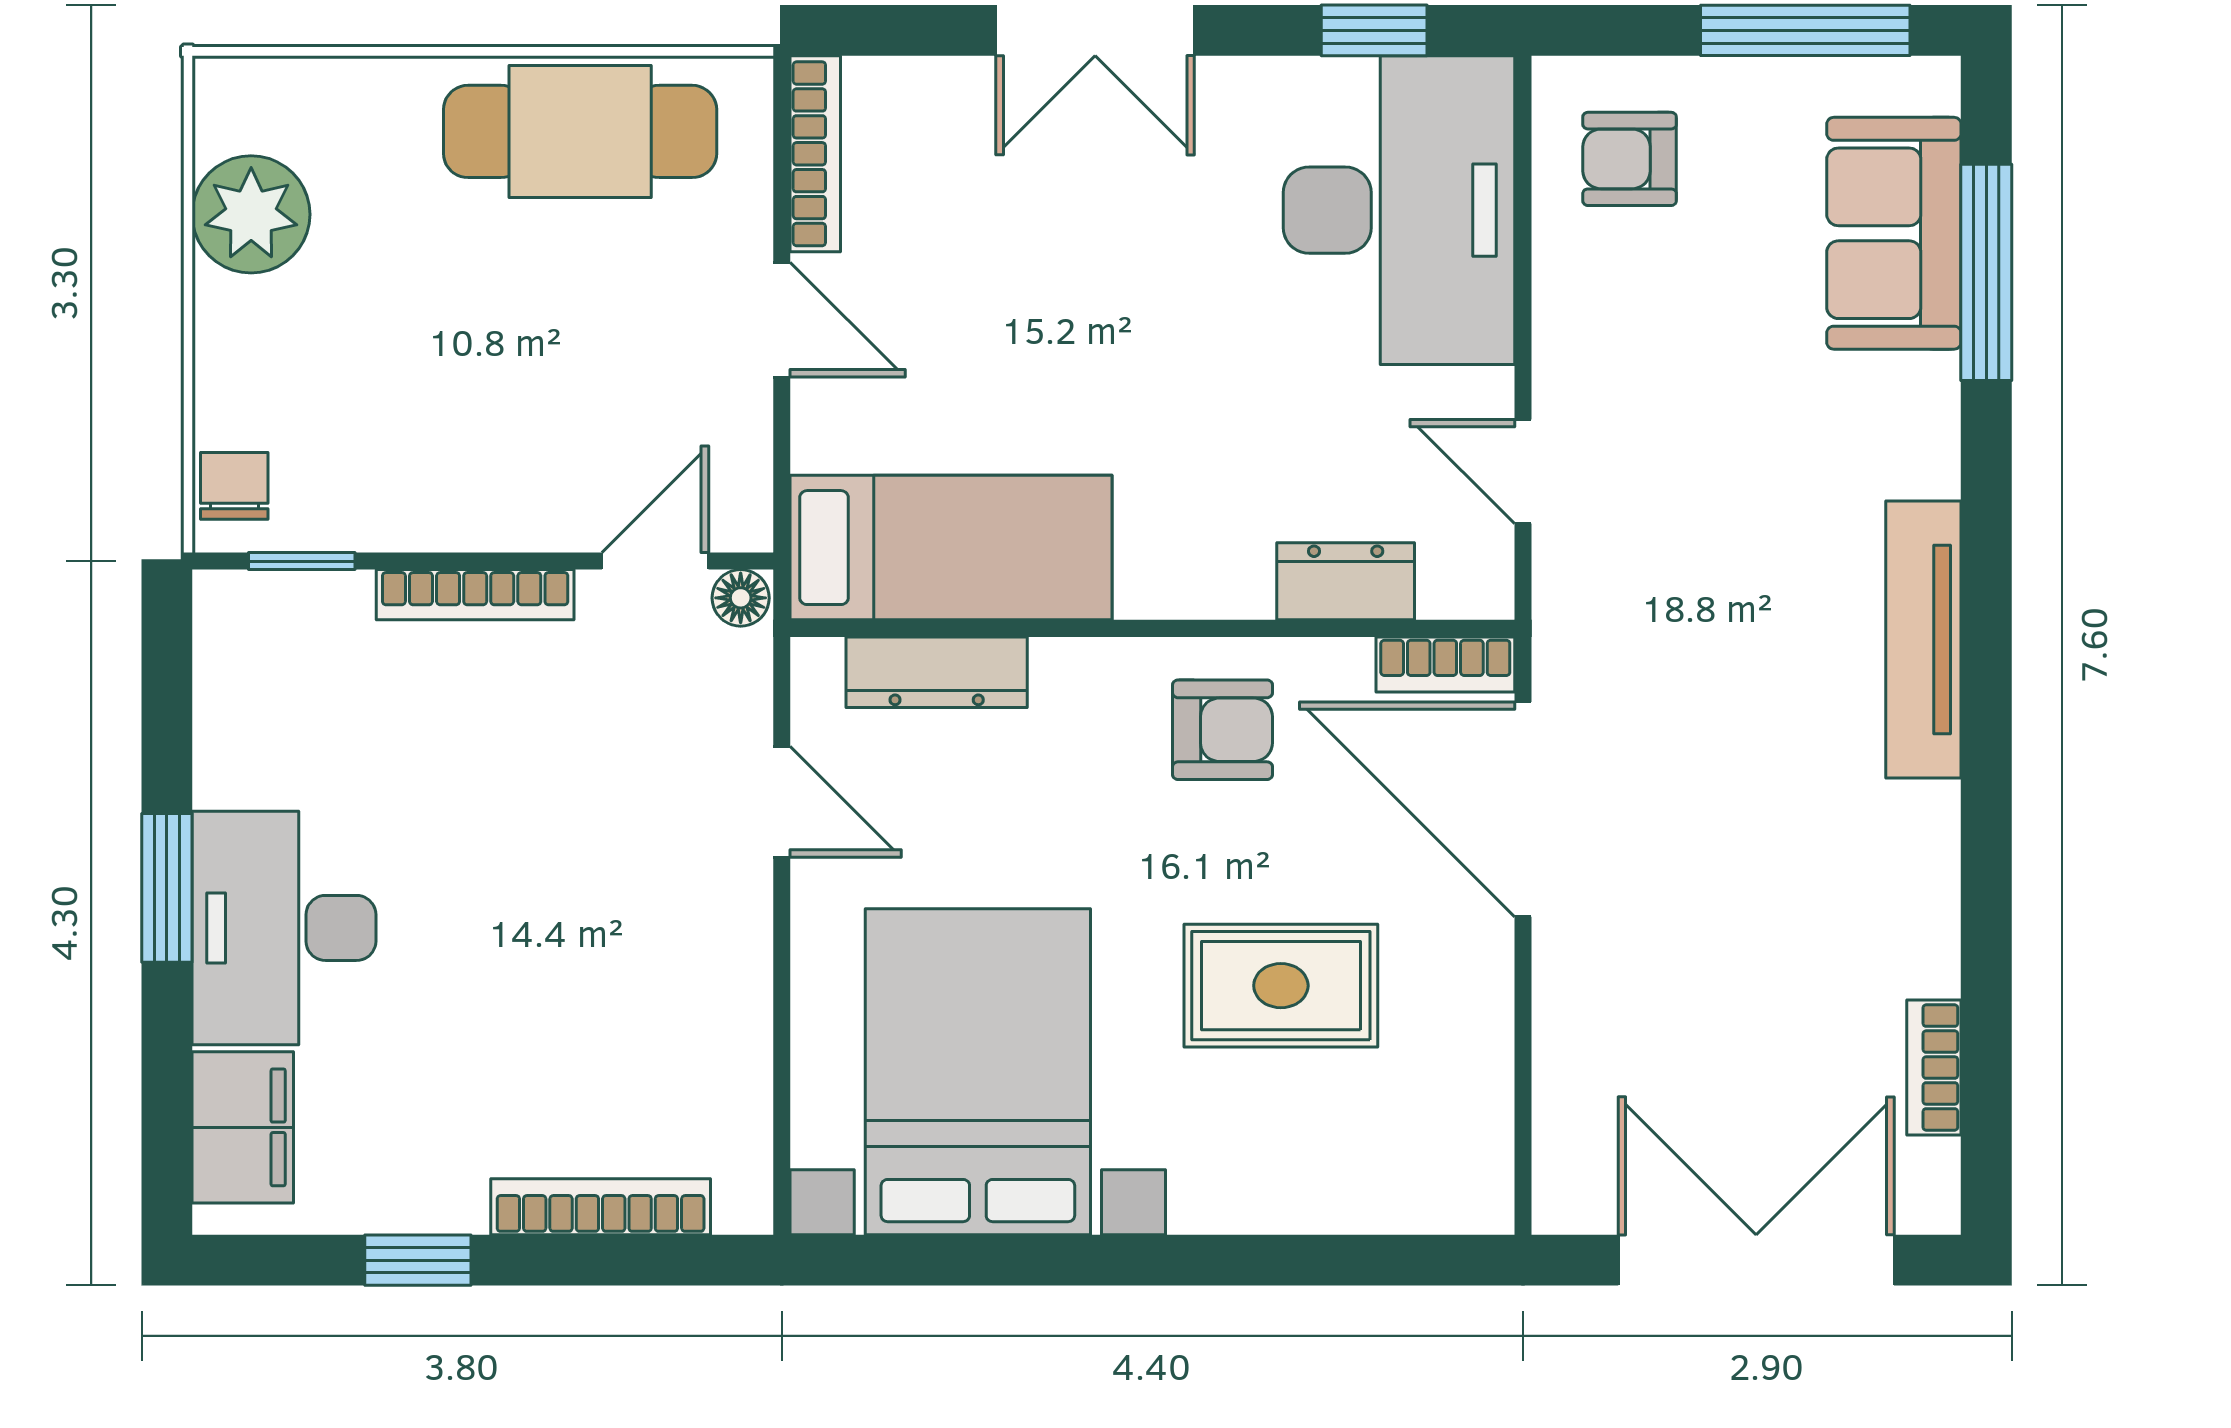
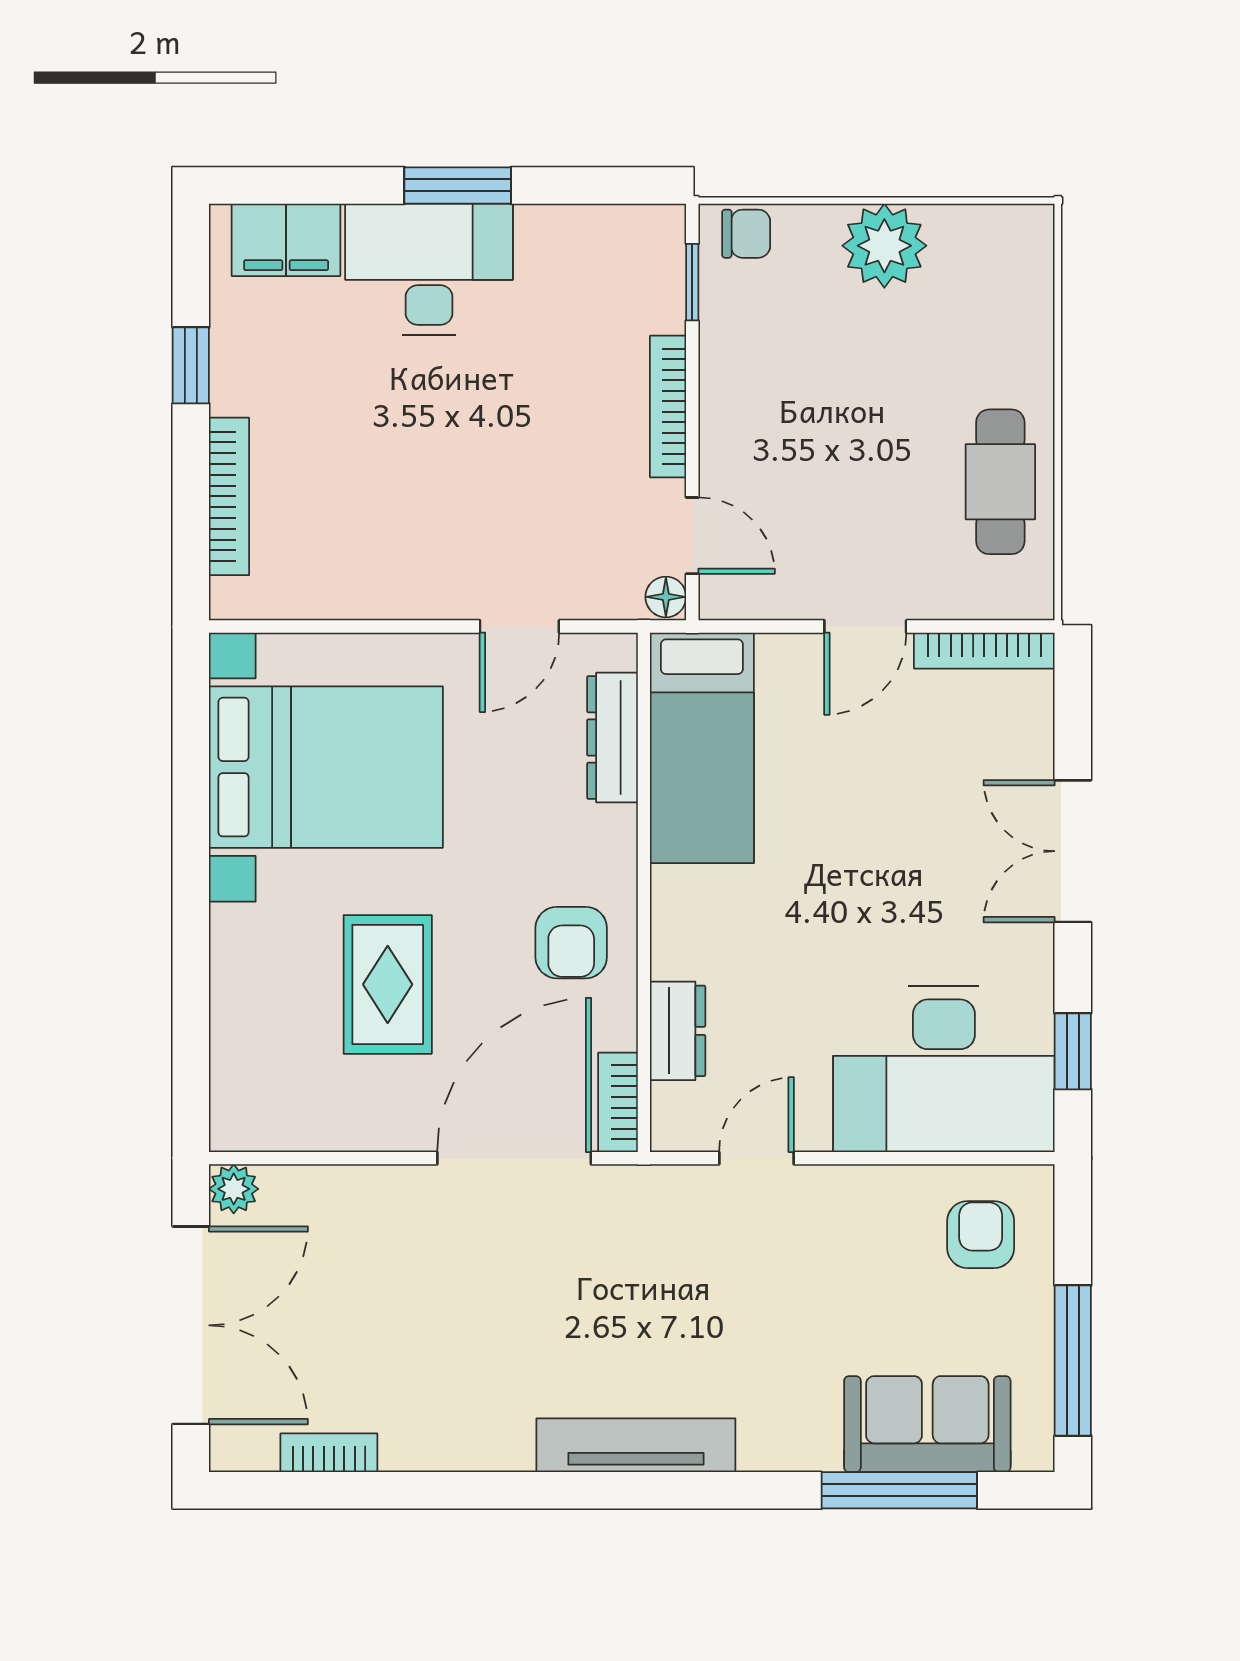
cafe table: (580, 131) -> (1000, 482), width x0.73, depth x0.74
plant: (251, 214) -> (884, 246), moved
plant: (1566, 1200) -> (234, 1189), added

